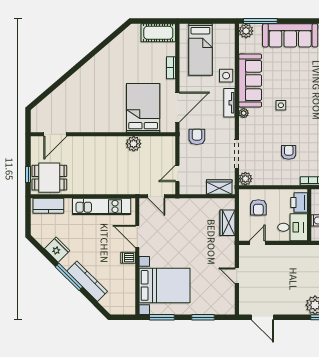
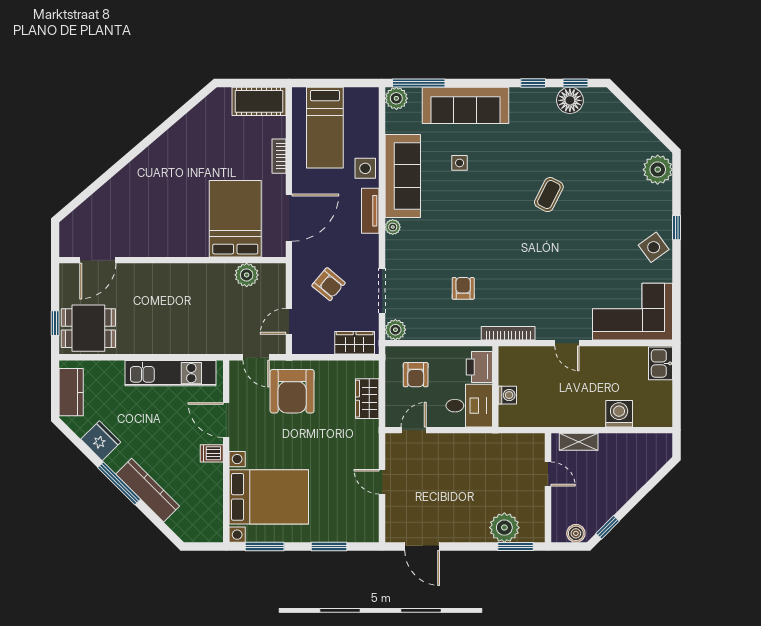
side table: (281, 105) -> (460, 163), moved
armchair: (197, 137) -> (329, 284), moved, turned 130
plant: (134, 144) -> (247, 275), moved
kitchen counter: (48, 206) -> (71, 392), moved, turned -90
armchair: (179, 218) -> (292, 391), added

